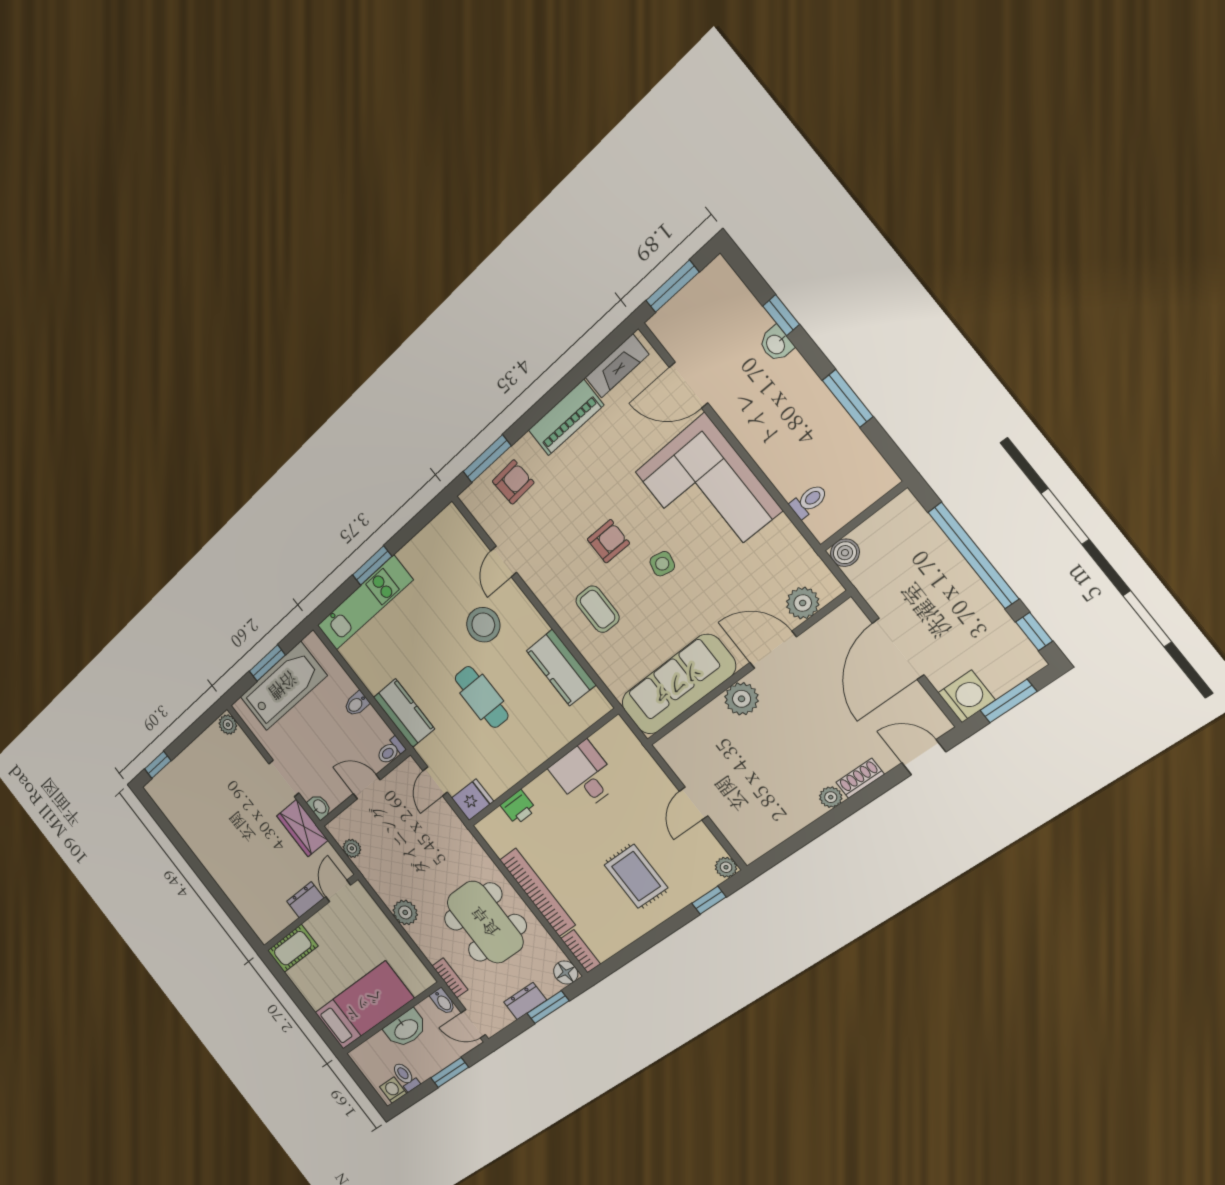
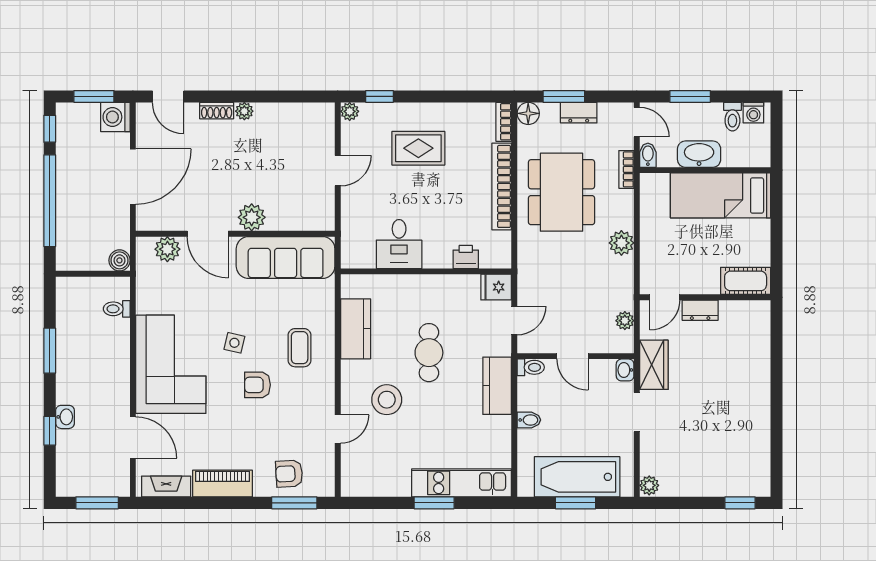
rug: (636, 876) -> (418, 148), turned 90

